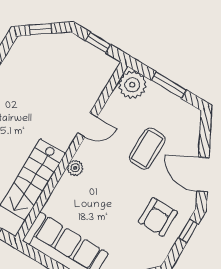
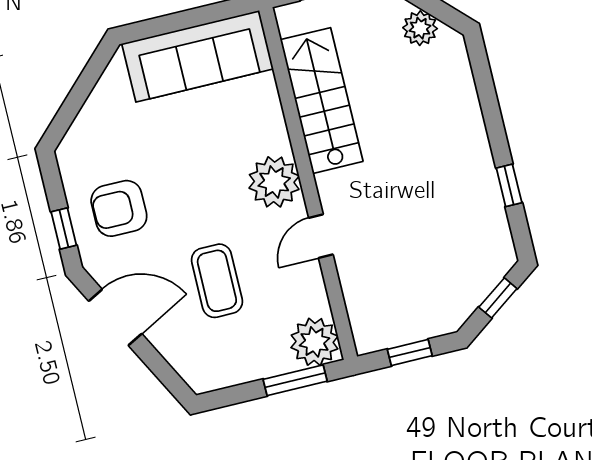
window: (169, 85) -> (295, 380), moved
plant: (75, 168) -> (274, 182), width x1.87, depth x1.87
armchair: (158, 217) -> (119, 208), turned -90

